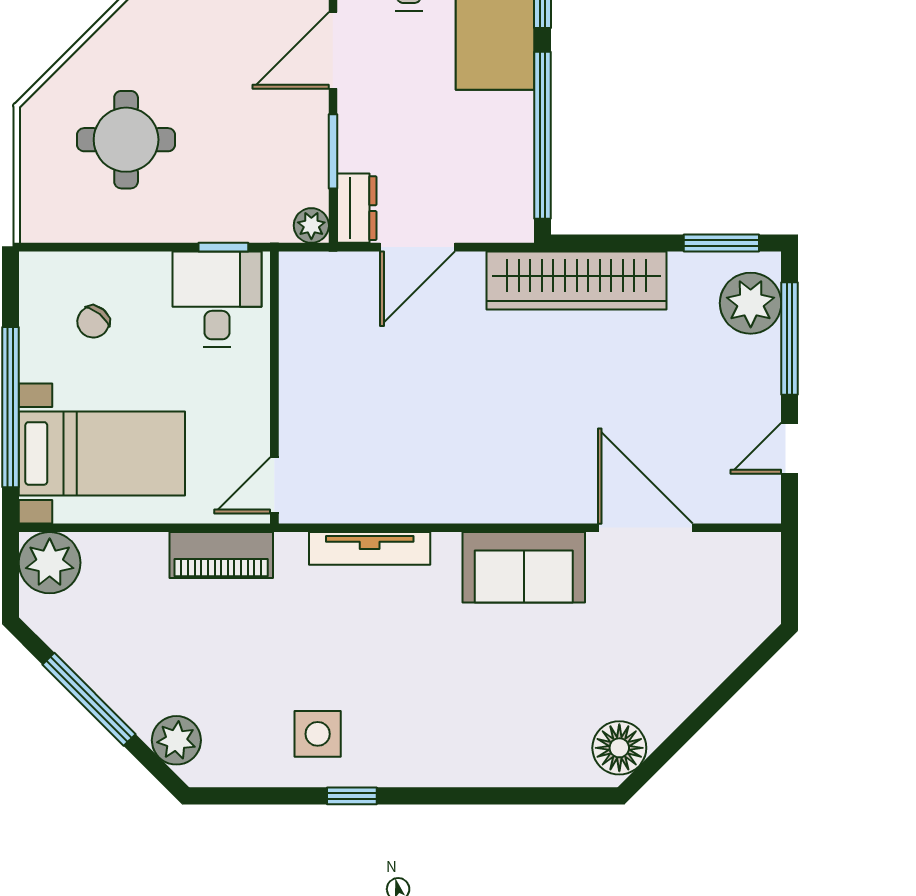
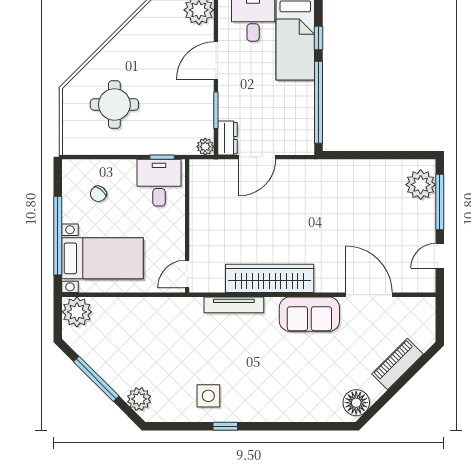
window: (721, 243) -> (406, 155), removed
wardrobe: (577, 280) -> (270, 278), moved, turned 180
piano: (221, 555) -> (398, 364), moved, turned 135

